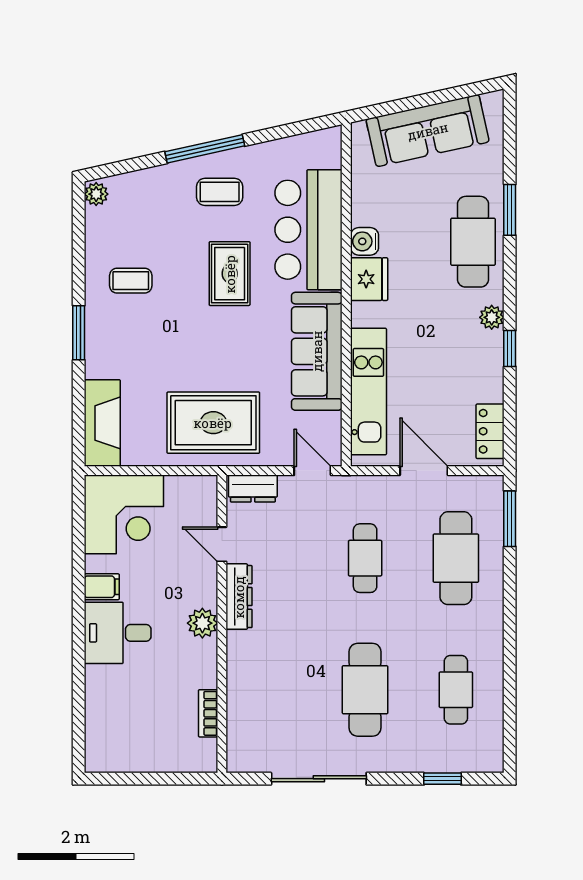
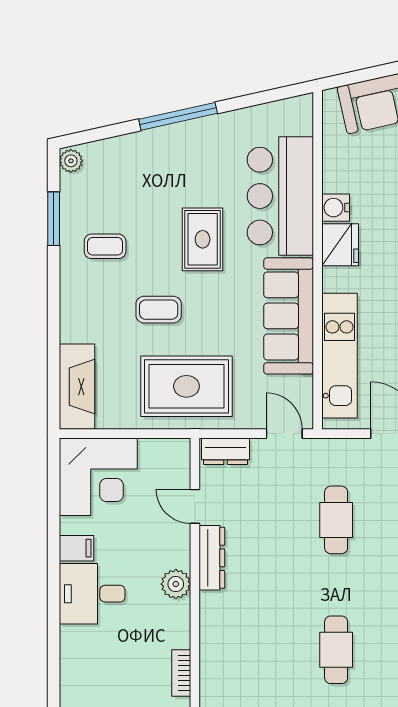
coffee table: (220, 192) -> (159, 310), moved
window: (79, 333) -> (54, 219), moved
cafe table: (365, 690) -> (336, 650), width x0.73, depth x0.74

